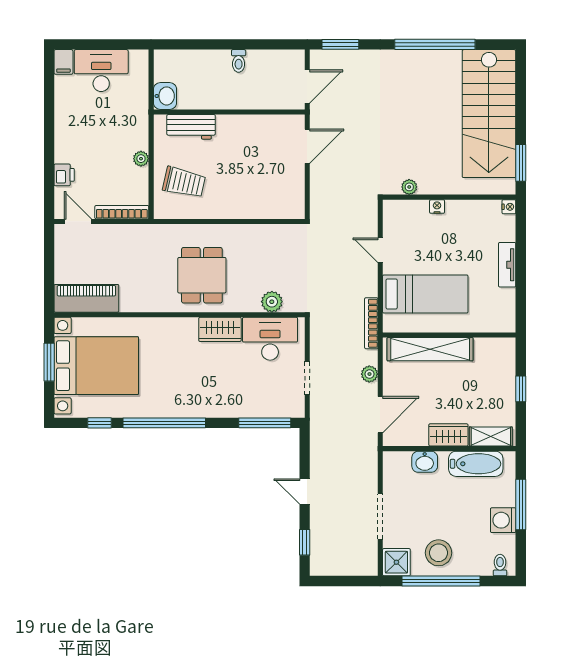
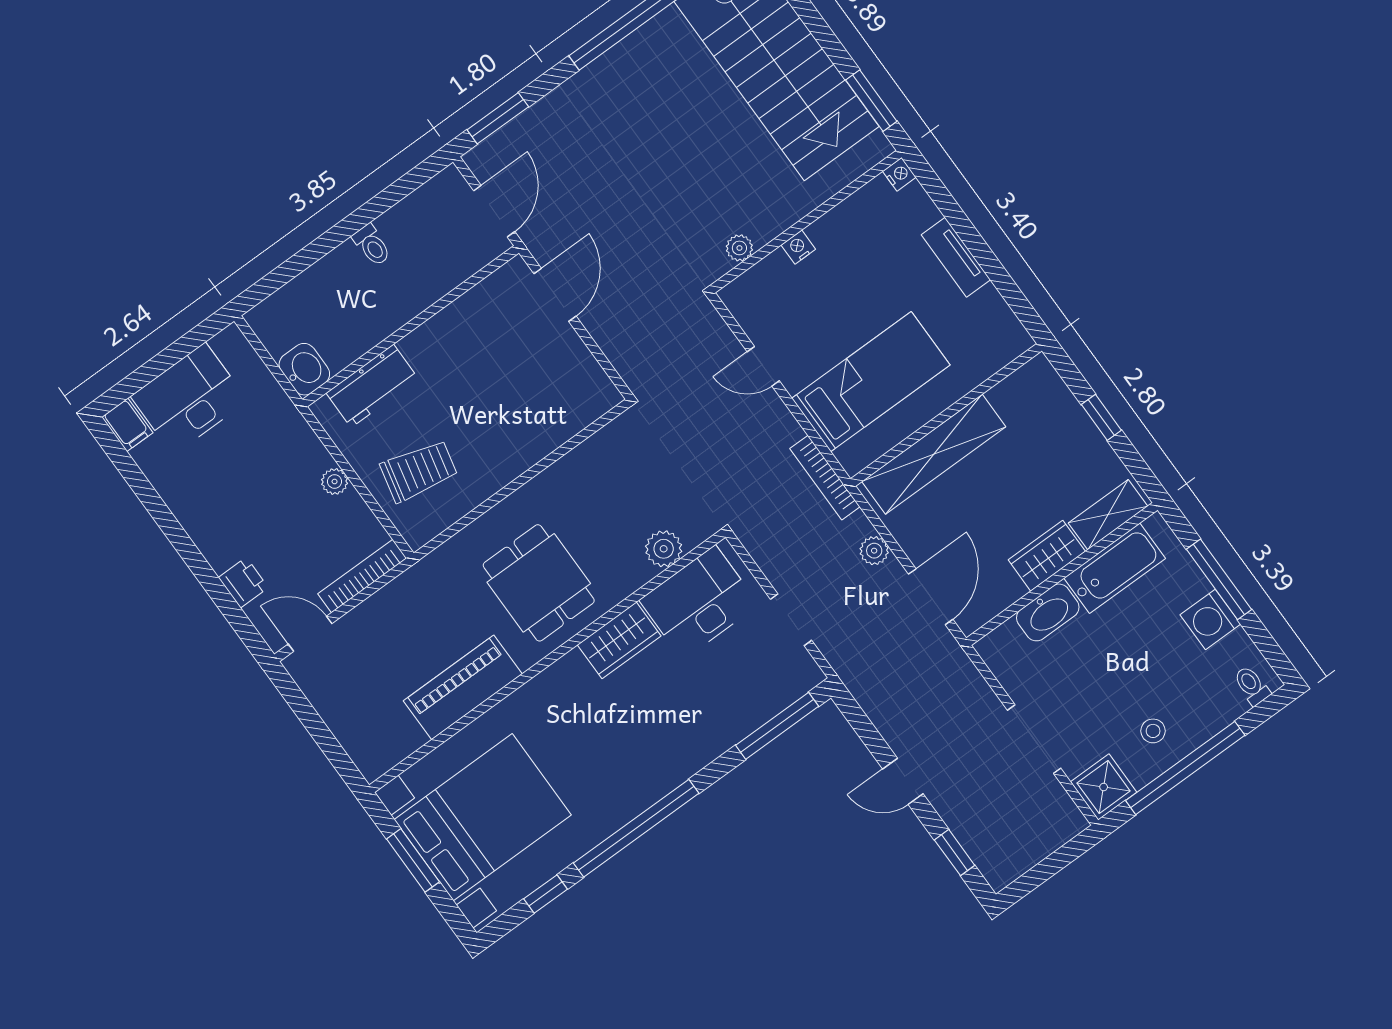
piano: (86, 298) -> (463, 687), moved
washbasin: (425, 462) -> (1048, 612), width x1.38
stool: (439, 553) -> (1153, 731), width x0.53, depth x0.53

